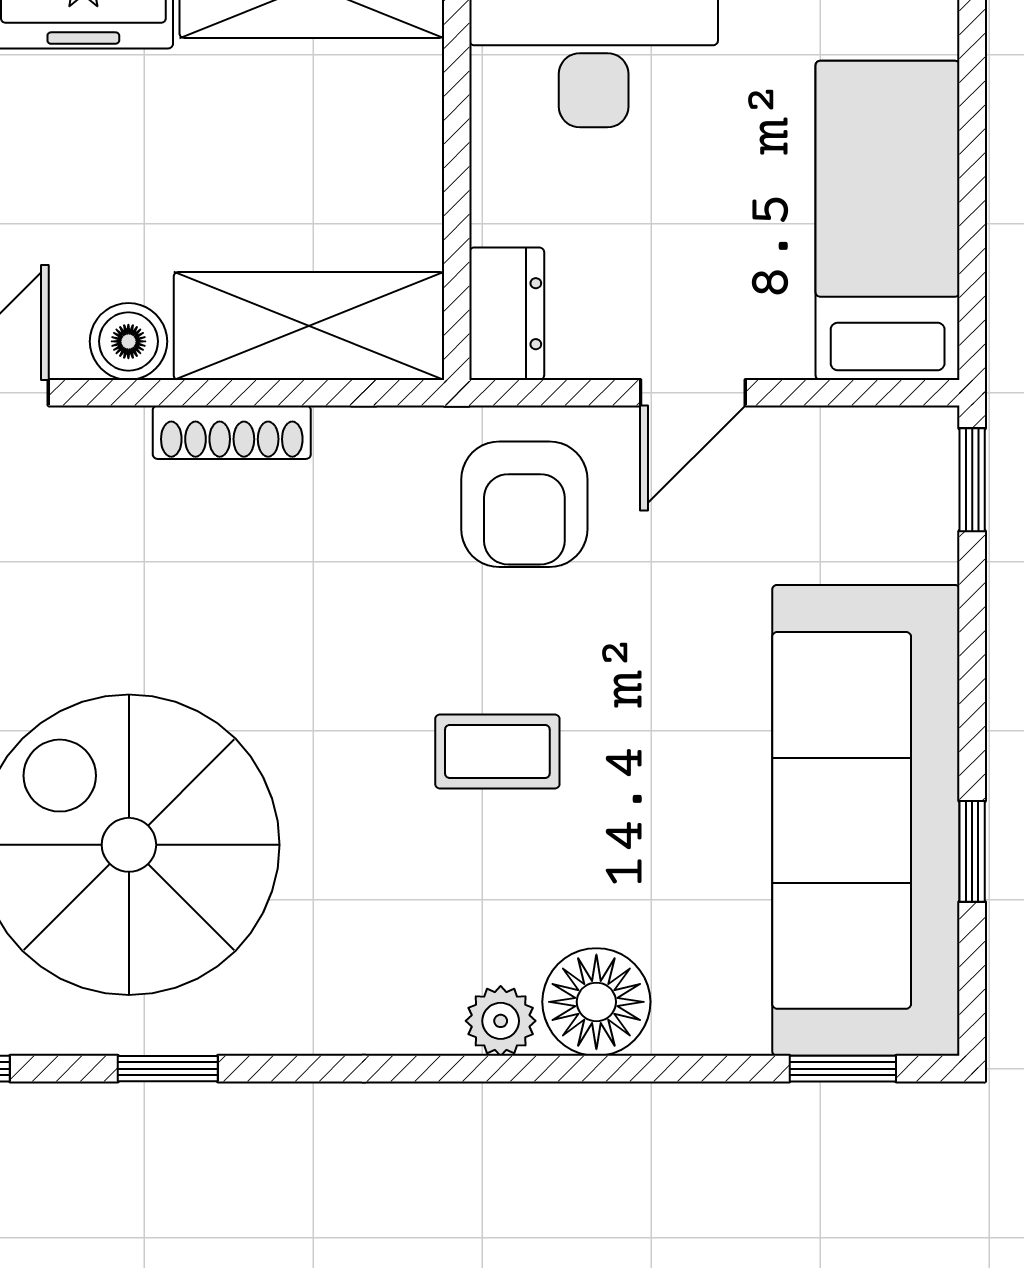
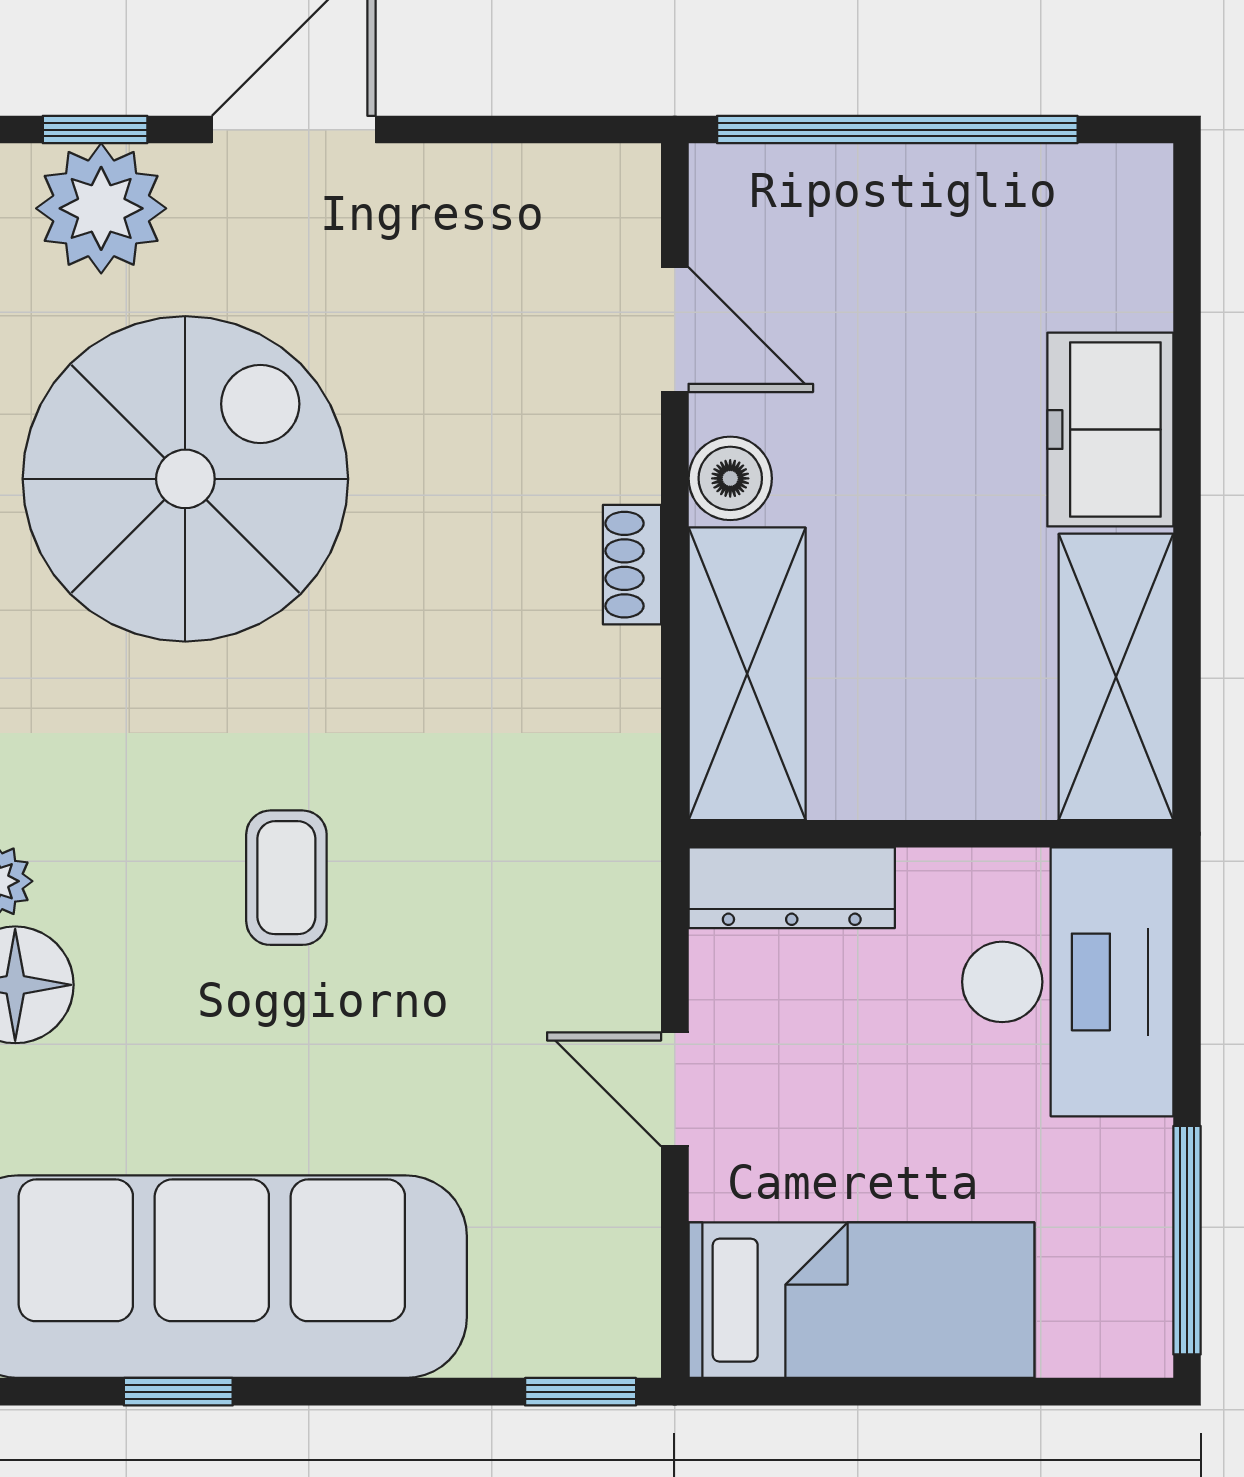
dresser: (507, 314) -> (792, 888), width x1.44
shoe rack: (232, 432) -> (632, 565), width x0.70
armchair: (524, 504) -> (554, 907), removed

